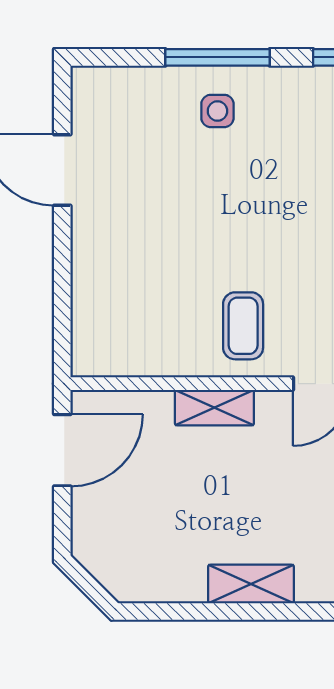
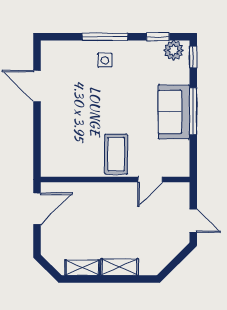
coffee table: (243, 326) -> (116, 154), width x1.36, depth x1.30
shelving: (214, 408) -> (82, 268), moved

